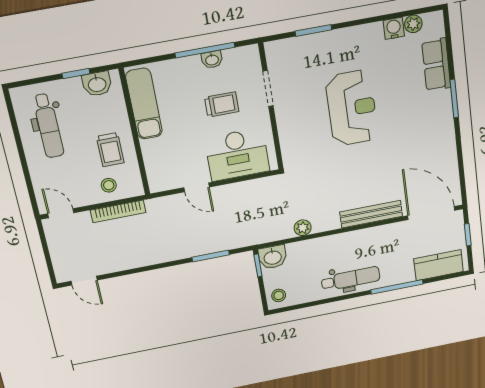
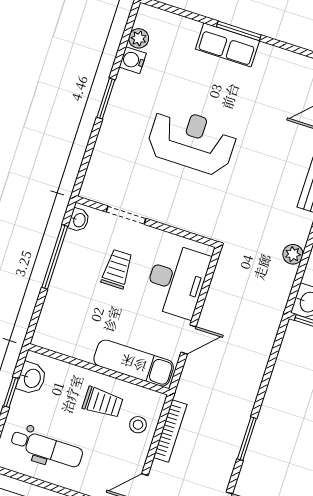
window: (313, 30) -> (106, 98), moved
washbasin: (212, 60) -> (79, 220), moved
row of seats: (436, 65) -> (227, 45), moved
exam couch: (144, 104) -> (134, 363), moved
window: (211, 256) -> (247, 439), moved

